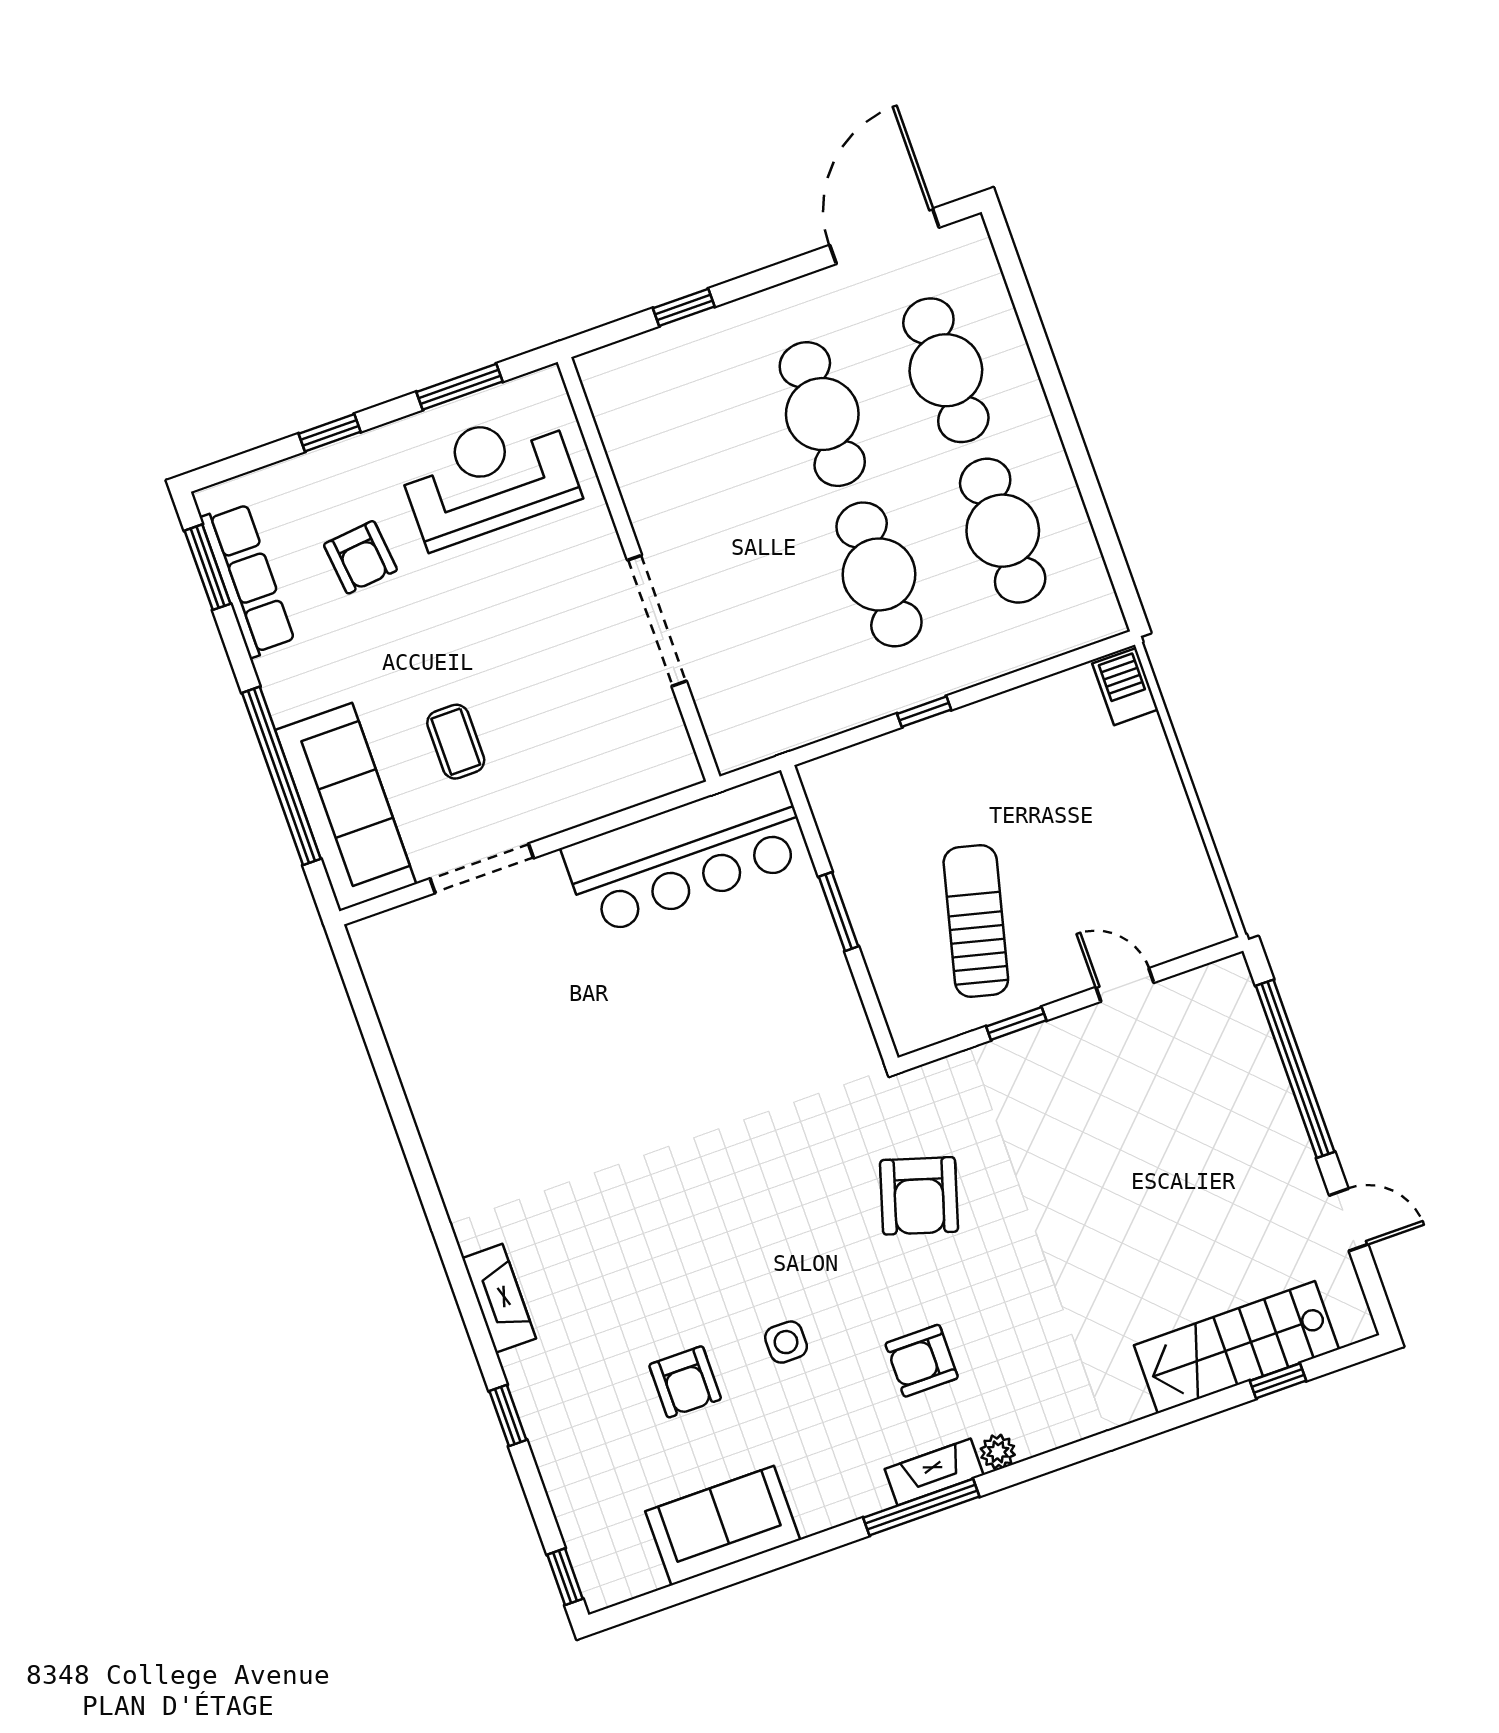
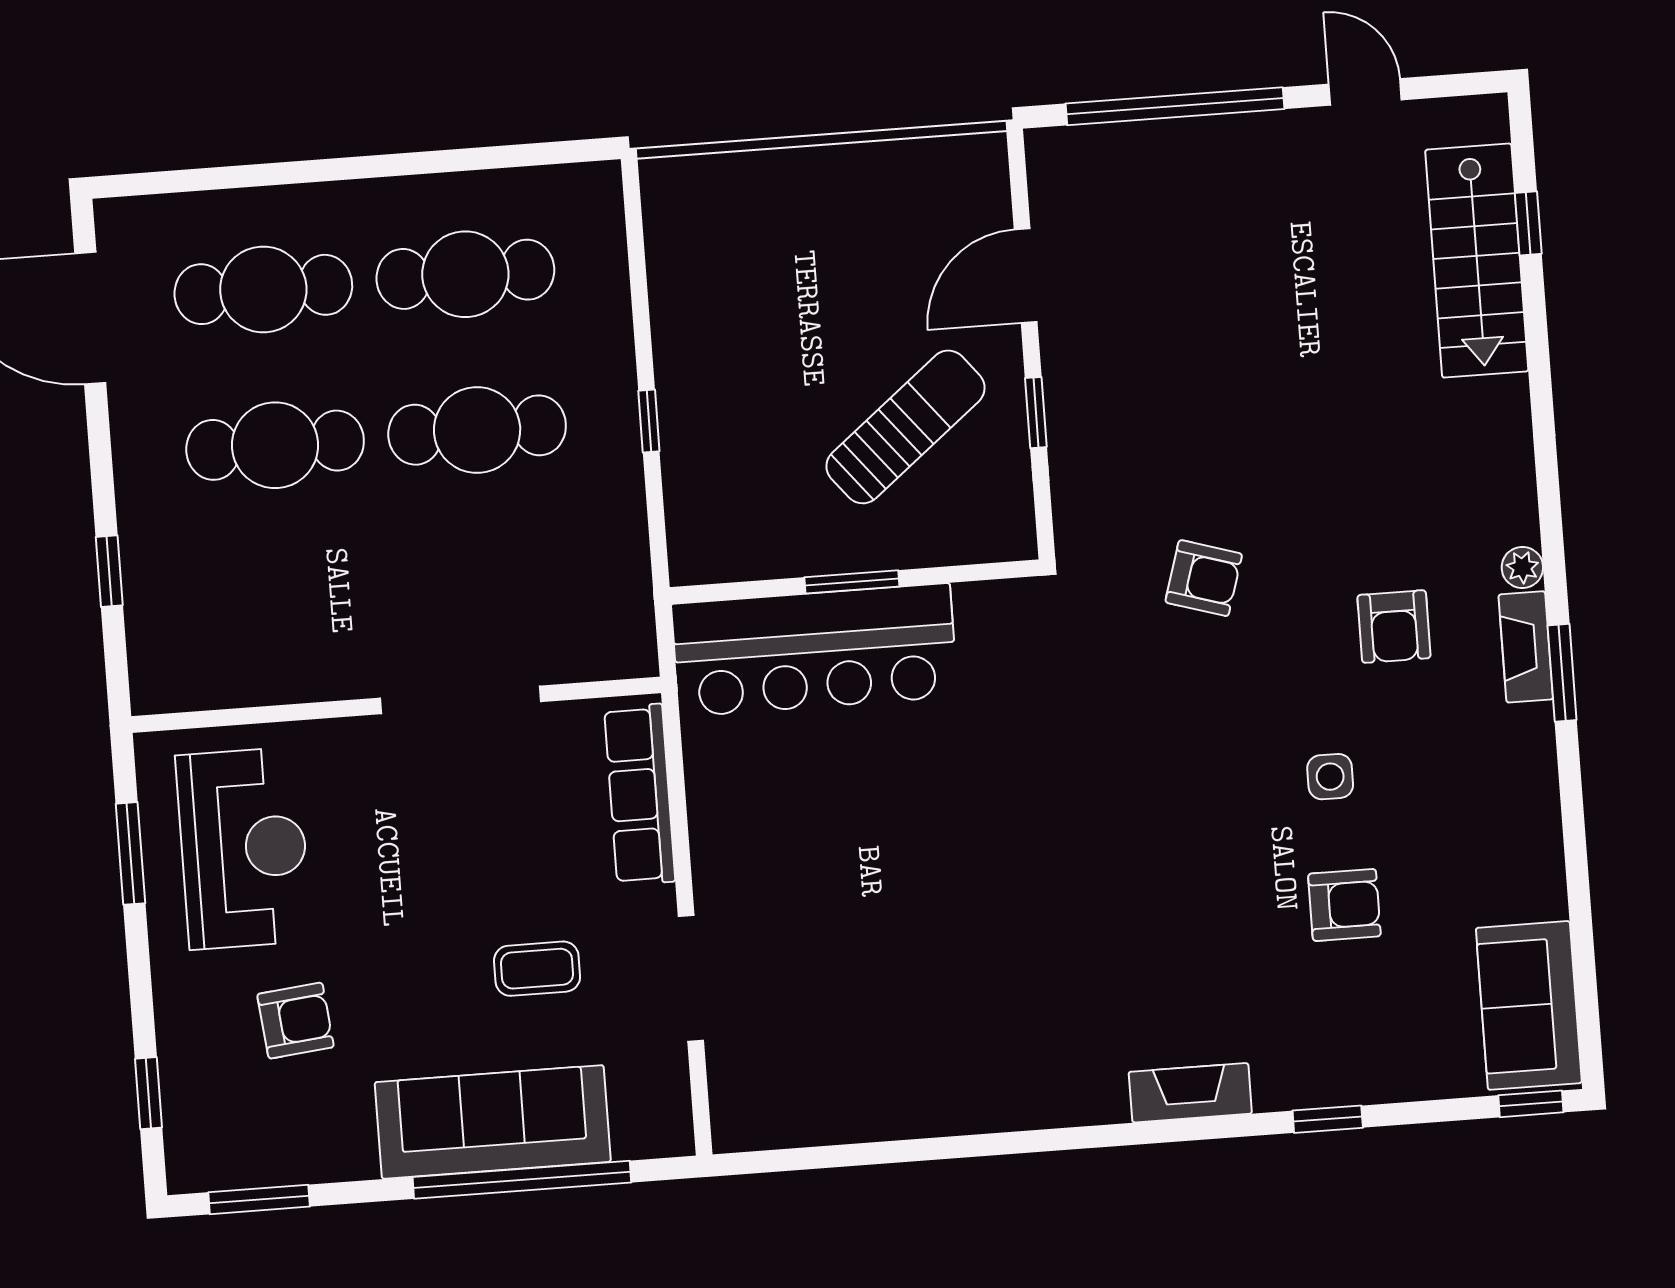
window: (330, 433) -> (148, 1093), moved
reception desk: (489, 477) -> (244, 848), turned 180
row of seats: (248, 580) -> (640, 795), moved, turned -90
barbecue: (1125, 687) -> (683, 182), removed
sofa: (346, 807) -> (493, 1122), moved
bar counter: (686, 854) -> (815, 650), moved, turned 90
sun lounger: (976, 921) -> (906, 427), turned 127
door: (1125, 985) -> (1026, 276), width x1.38
armchair: (919, 1196) -> (1204, 578), width x0.72, depth x0.72
door: (1349, 1220) -> (1365, 92), hinge flipped
window: (921, 1507) -> (1562, 673), width x0.69
sofa: (723, 1526) -> (1529, 1005), moved

